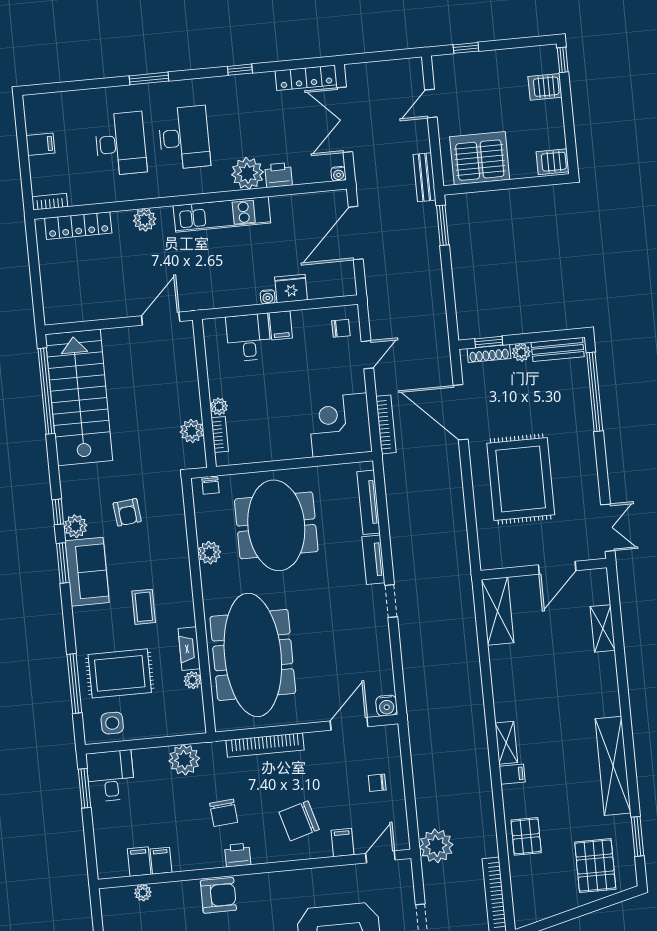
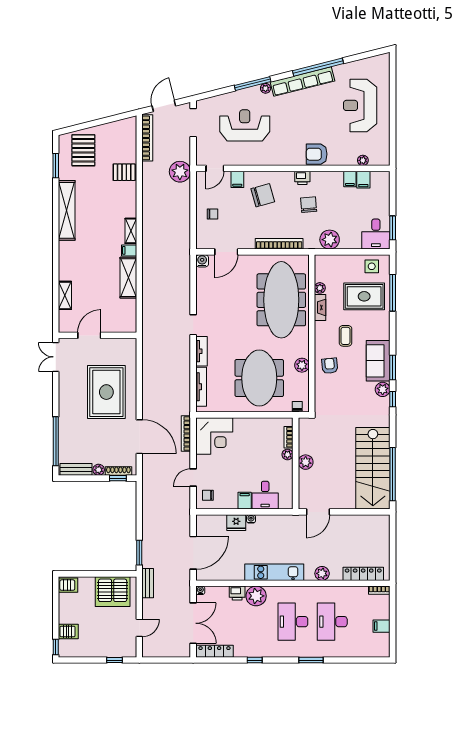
plant: (192, 431) -> (306, 462), moved
armchair: (127, 512) -> (330, 366), moved
shelving: (498, 611) -> (128, 278), moved
filing cabinet: (512, 774) -> (129, 250), moved
pallet: (526, 836) -> (124, 172), turned 90

